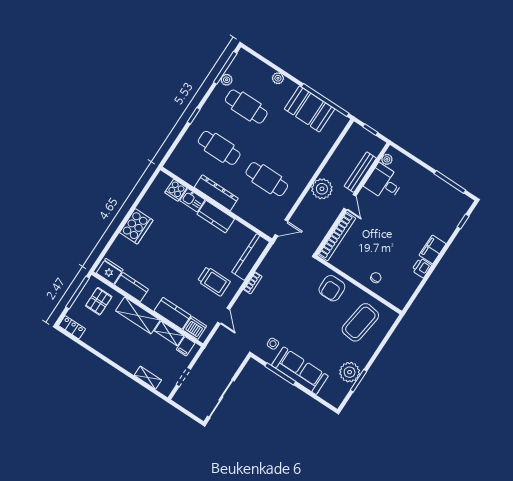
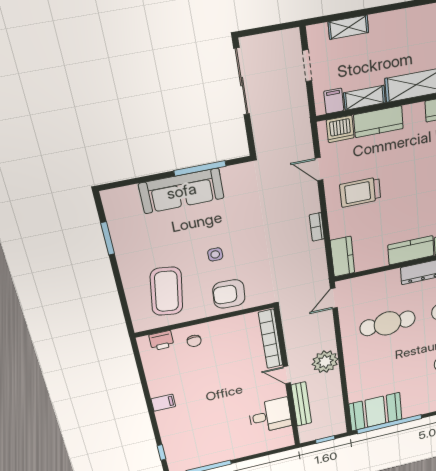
booth: (309, 109) -> (375, 412), moved
plant: (387, 159) -> (286, 433), removed
filing cabinet: (432, 249) -> (163, 403), width x0.50
kitchen counter: (251, 257) -> (342, 257), width x0.67
printer: (422, 268) -> (161, 341), moved, turned 90
armchair: (332, 288) -> (229, 294), turned -87
side table: (273, 344) -> (215, 254), moved
plant: (350, 372) -> (126, 238), removed

